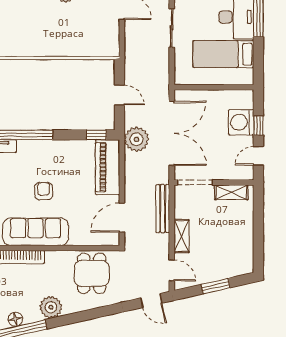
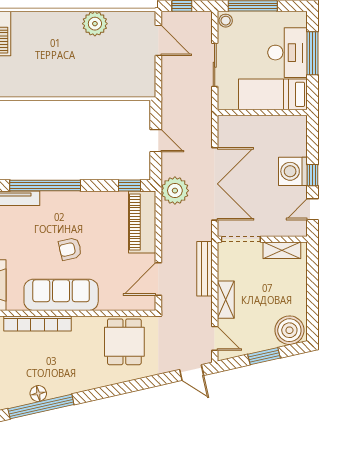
wall: (214, 87) -> (262, 112), moved
armchair: (44, 191) -> (70, 249), turned -103
boiler: (238, 263) -> (289, 330), added
plant: (51, 307) -> (78, 380), removed

